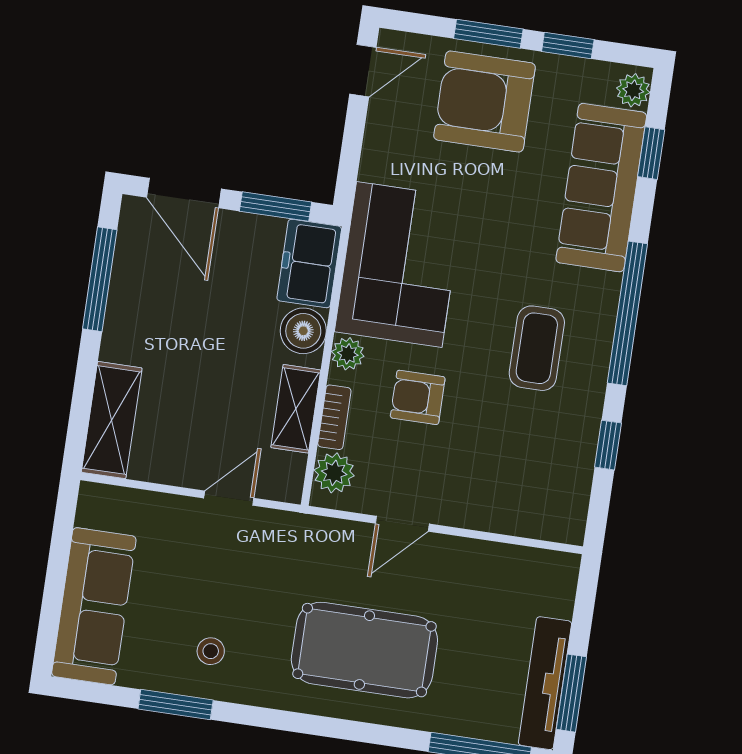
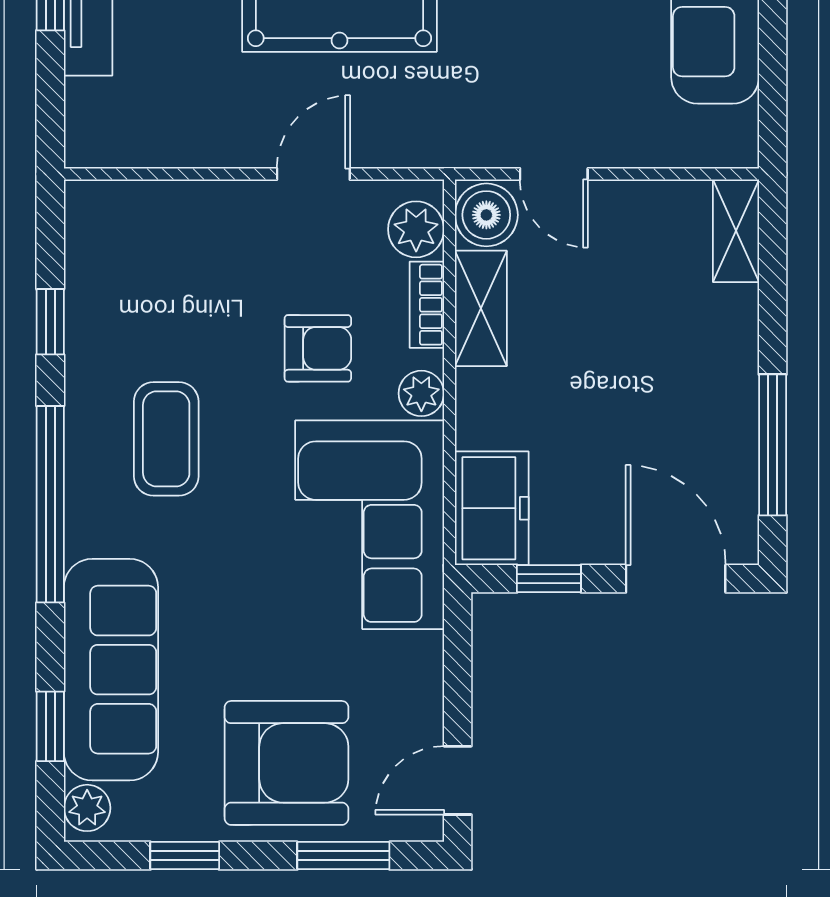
window: (488, 34) -> (343, 856), moved
window: (275, 207) -> (549, 579), width x0.67
boiler: (303, 331) -> (486, 215), moved
shelving: (112, 420) -> (736, 231), width x0.67, depth x0.75
door: (229, 498) -> (554, 174), hinge flipped

